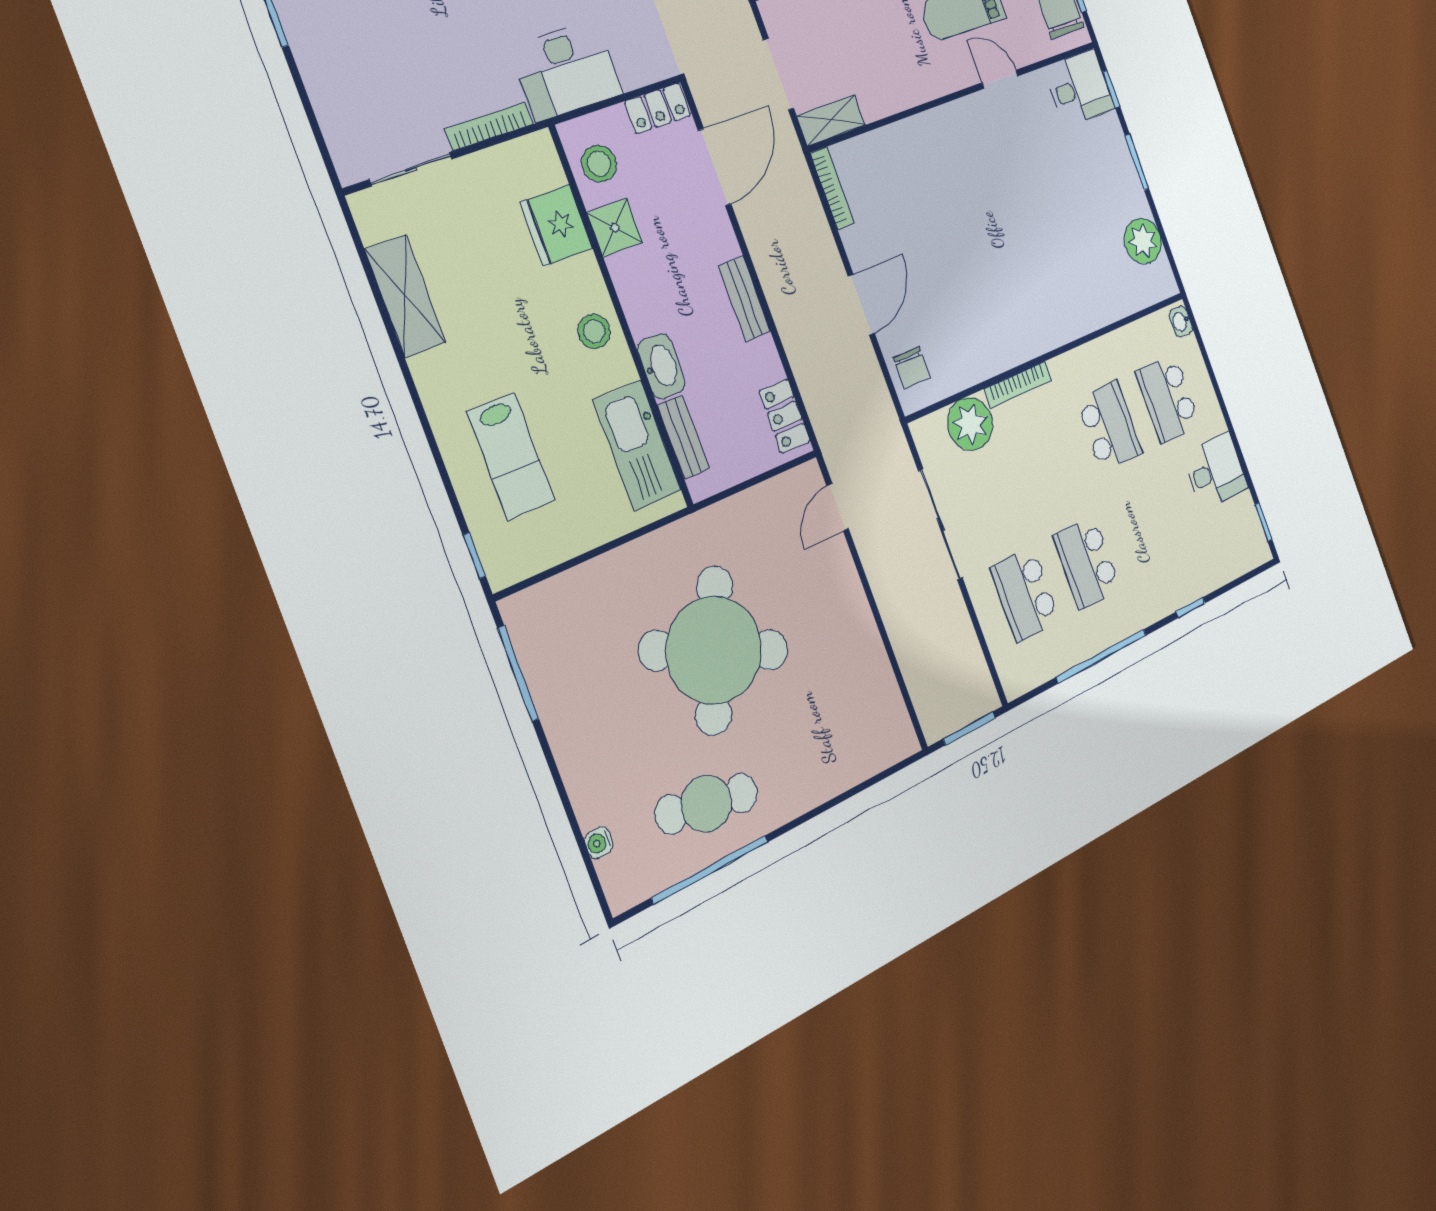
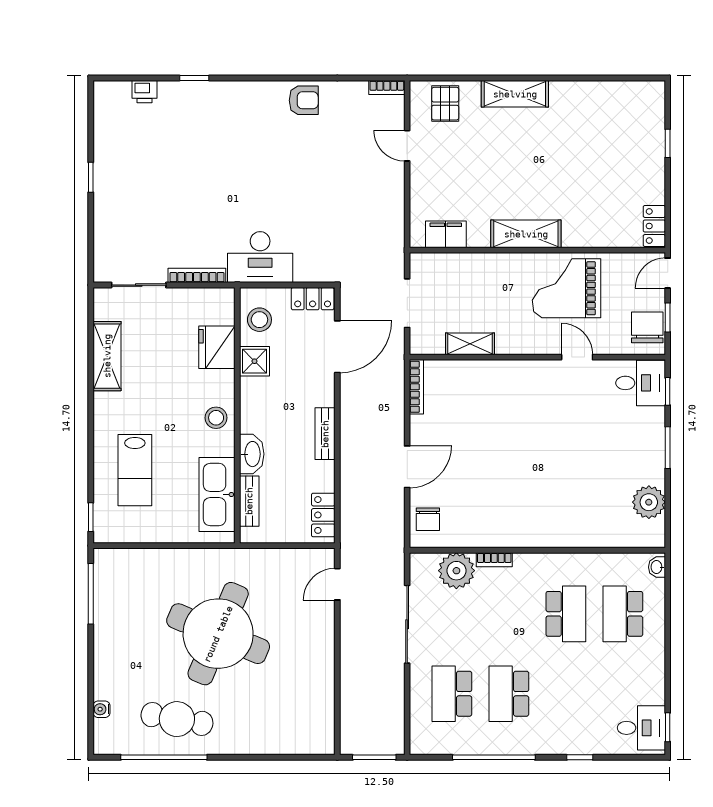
shelving: (831, 120) -> (470, 344), moved
bookcase: (1018, 385) -> (494, 560), width x0.64
desk: (1215, 471) -> (641, 728), moved

